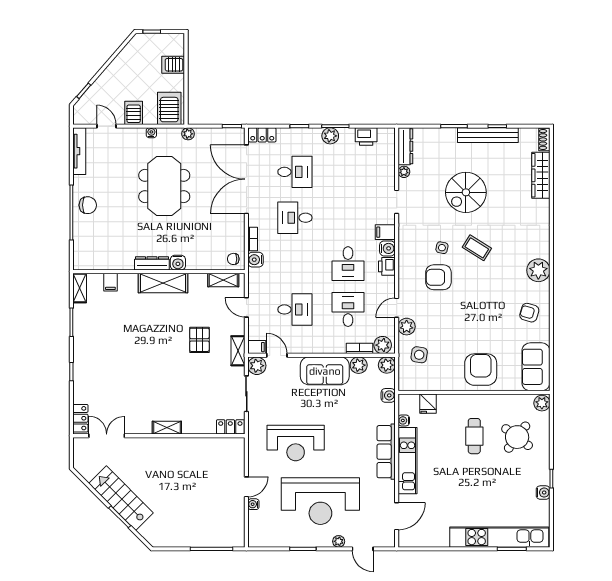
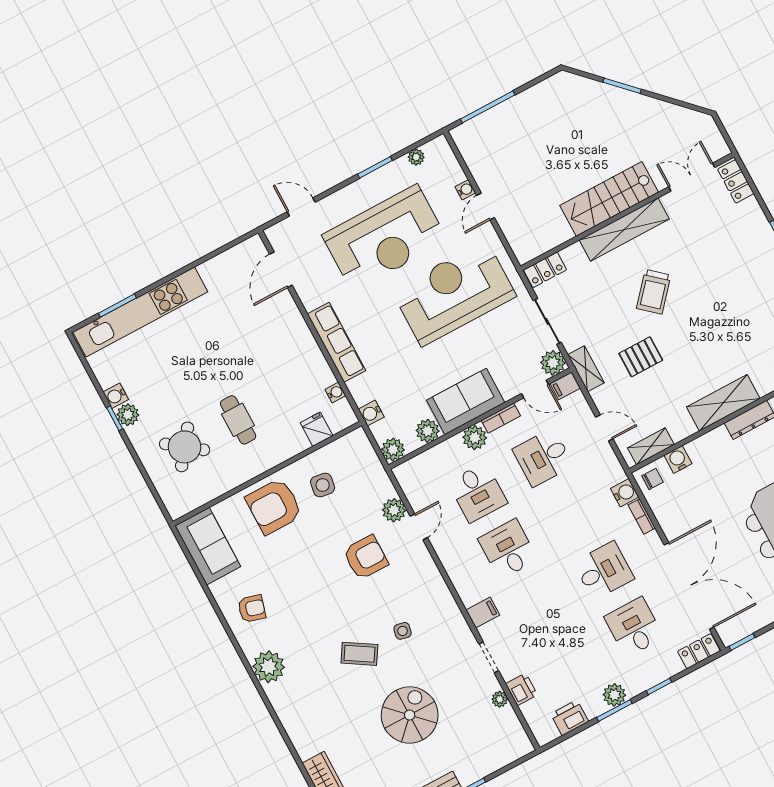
dresser: (405, 146) -> (515, 732), removed
desk: (295, 172) -> (634, 627), turned 90
water cooler: (387, 248) -> (469, 594), removed
water cooler: (178, 263) -> (678, 459), moved
printer: (387, 266) -> (521, 689), moved
armchair: (438, 277) -> (366, 557), moved
pallet: (199, 340) -> (641, 357), turned 90
plant: (383, 345) -> (475, 438), moved
bookcase: (360, 348) -> (501, 418), moved
side table: (419, 355) -> (323, 485), moved
armchair: (481, 370) -> (274, 506), turned 90
trolley: (169, 376) -> (654, 292), added
plant: (542, 403) -> (128, 415), moved
shelving: (167, 428) -> (624, 230), width x2.20, depth x1.33
double door: (107, 436) -> (692, 177), swing flipped
reception desk: (296, 443) -> (454, 293), width x1.36, depth x1.30
kitchen unit: (408, 461) -> (304, 345), removed
stairs: (121, 498) -> (609, 199), moved, turned 135
reception desk: (320, 501) -> (385, 238), turned 180
plant: (339, 541) -> (416, 157), moved

